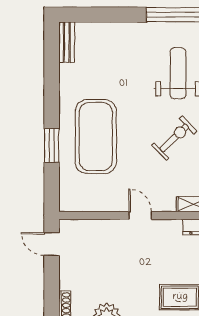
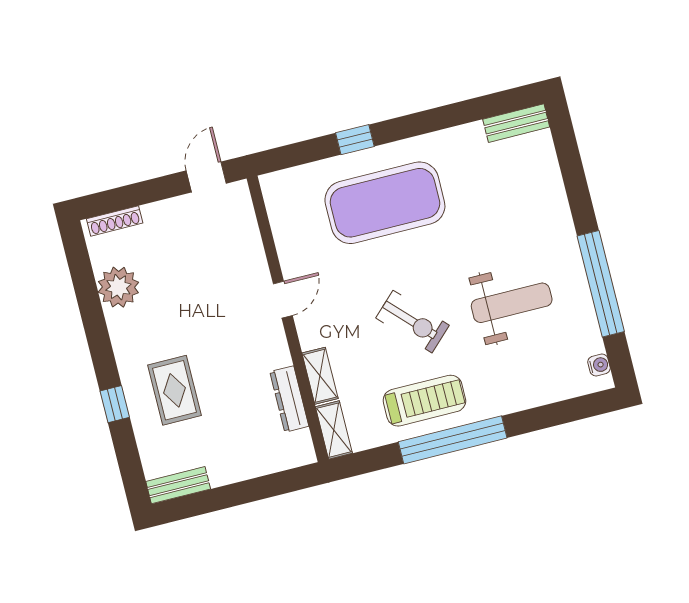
window: (52, 145) -> (355, 140), width x0.67

